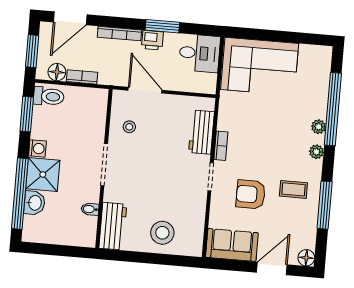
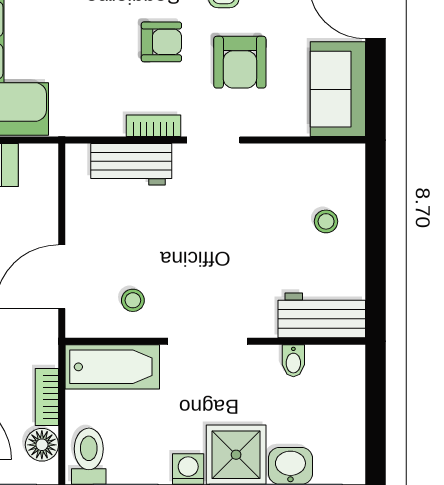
bathtub: (95, 113) -> (112, 367), added
armchair: (265, 154) -> (161, 42), added
stool: (162, 233) -> (326, 221), width x0.53, depth x0.53

